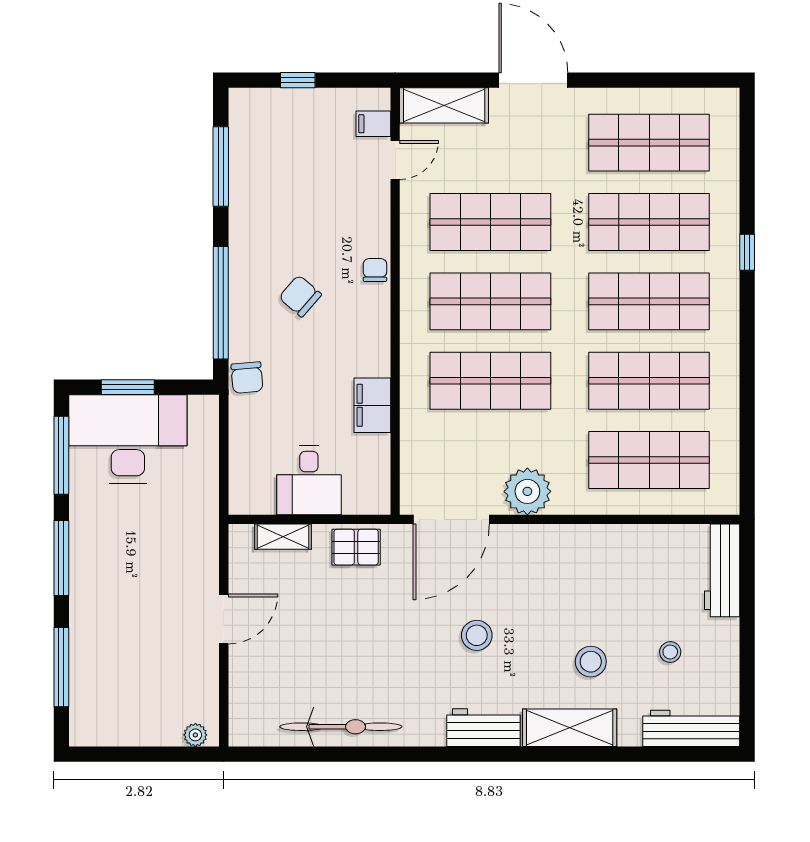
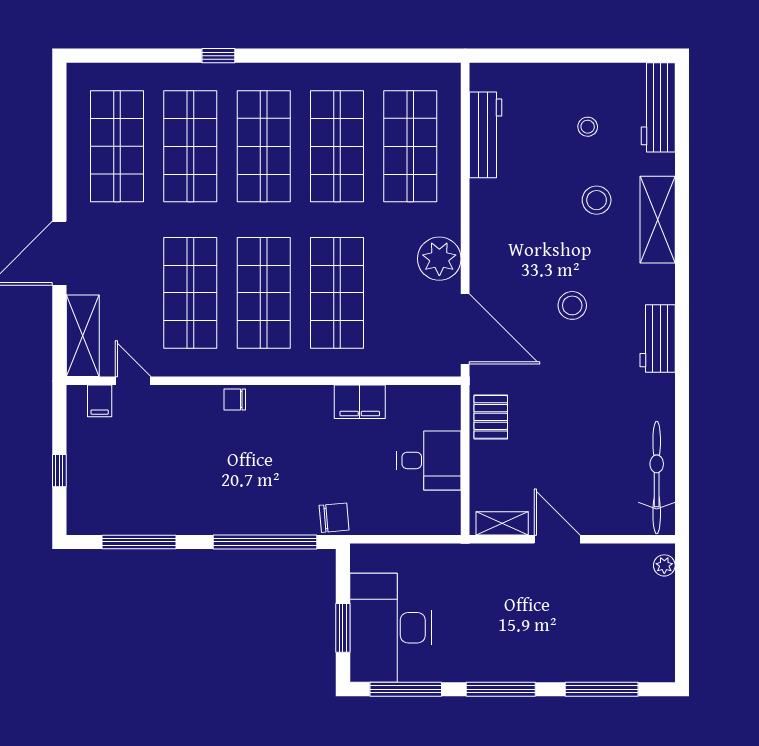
chair: (300, 296) -> (259, 469), removed
shelving: (283, 537) -> (502, 523), moved, turned 90
workbench: (722, 570) -> (485, 135), moved, turned -90
bicycle: (341, 727) -> (657, 477), moved
workbench: (484, 728) -> (658, 339), moved

